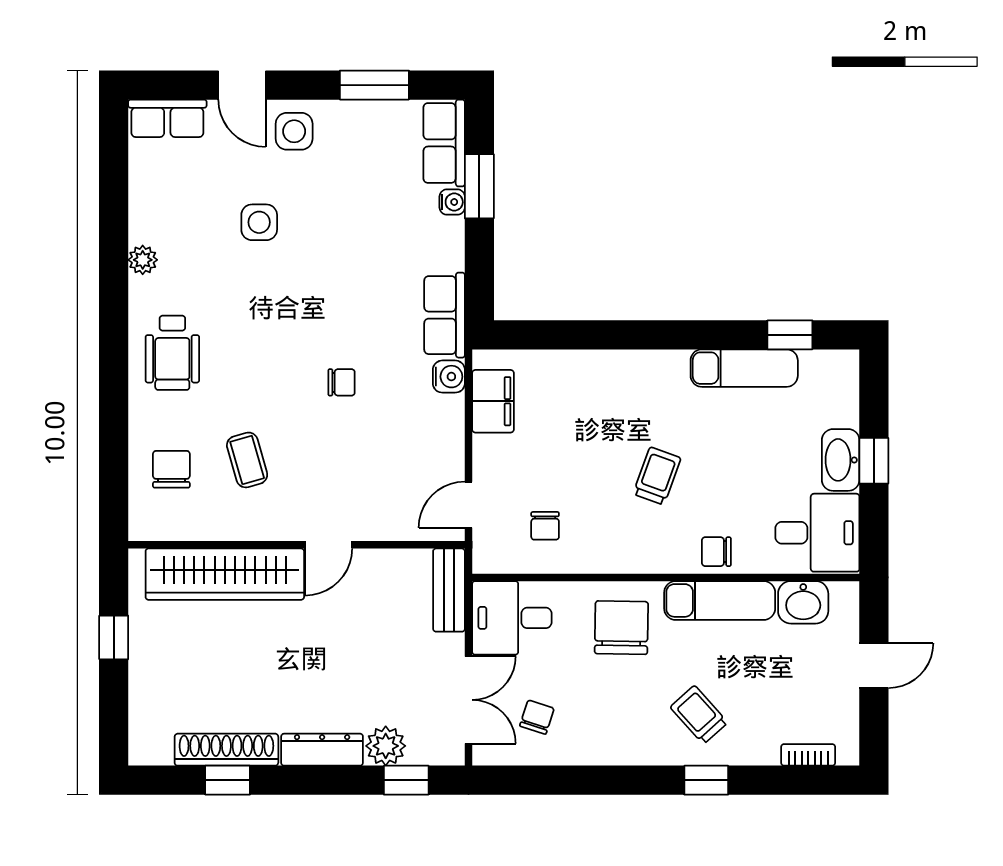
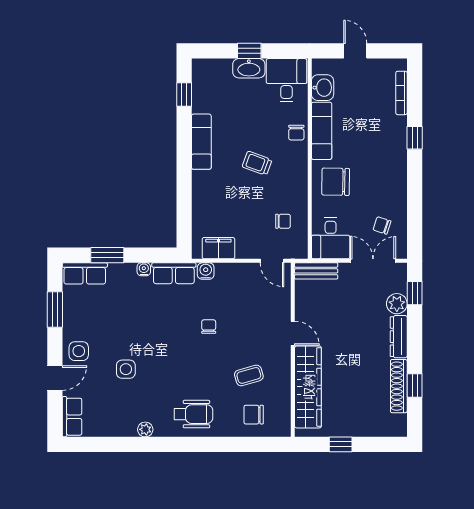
water cooler: (452, 202) -> (144, 269), moved
exam couch: (744, 368) -> (201, 142), moved
trolley: (699, 715) -> (381, 142), removed
bookcase: (808, 755) -> (401, 93), width x1.56

